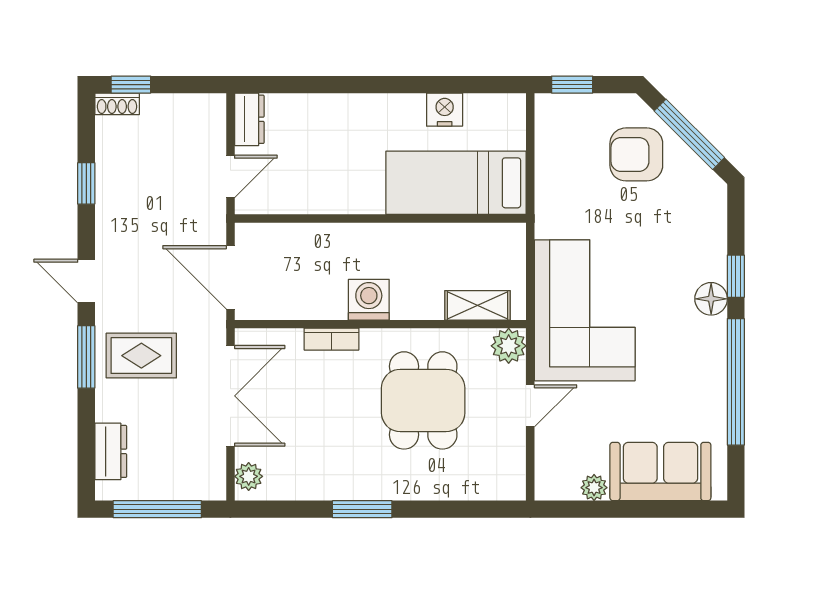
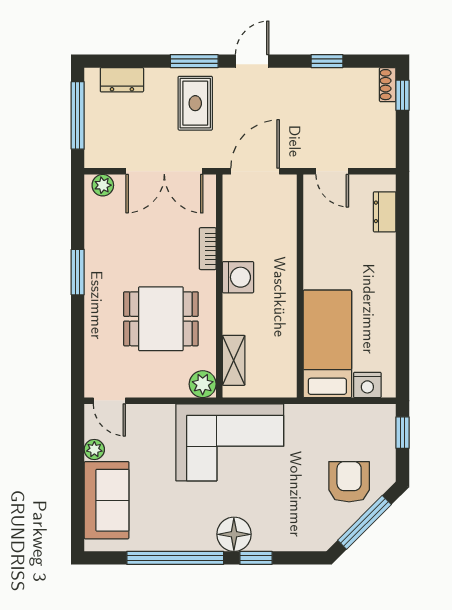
nightstand: (445, 110) -> (367, 385), moved, turned 90
dresser: (249, 119) -> (385, 212), moved, turned 90
floor lamp: (711, 299) -> (234, 534), width x1.38, depth x1.38
door: (530, 406) -> (109, 401), moved

